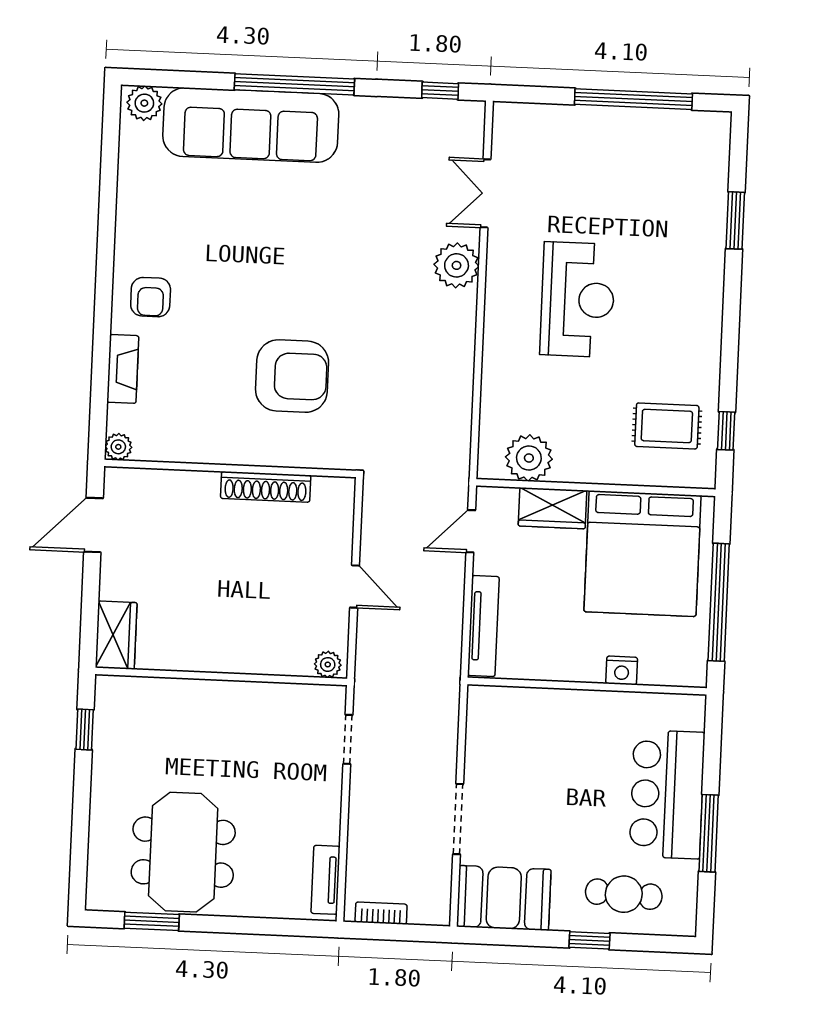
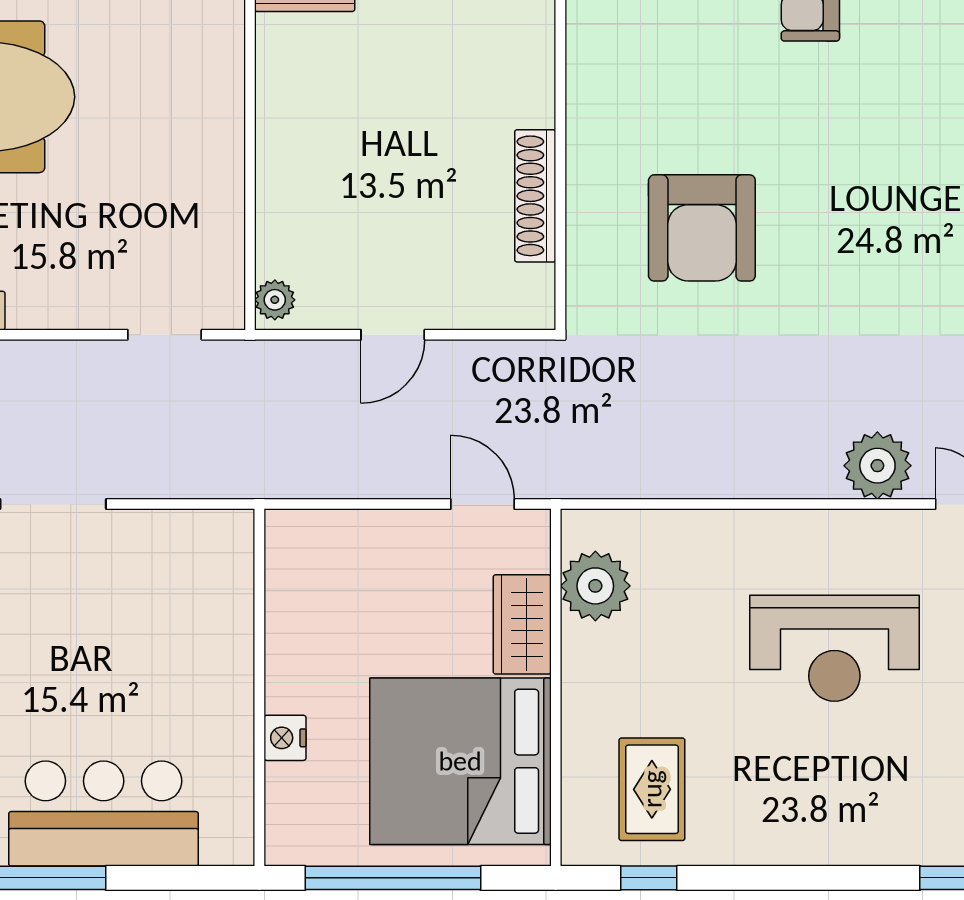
tv unit: (483, 626) -> (342, 529), removed

